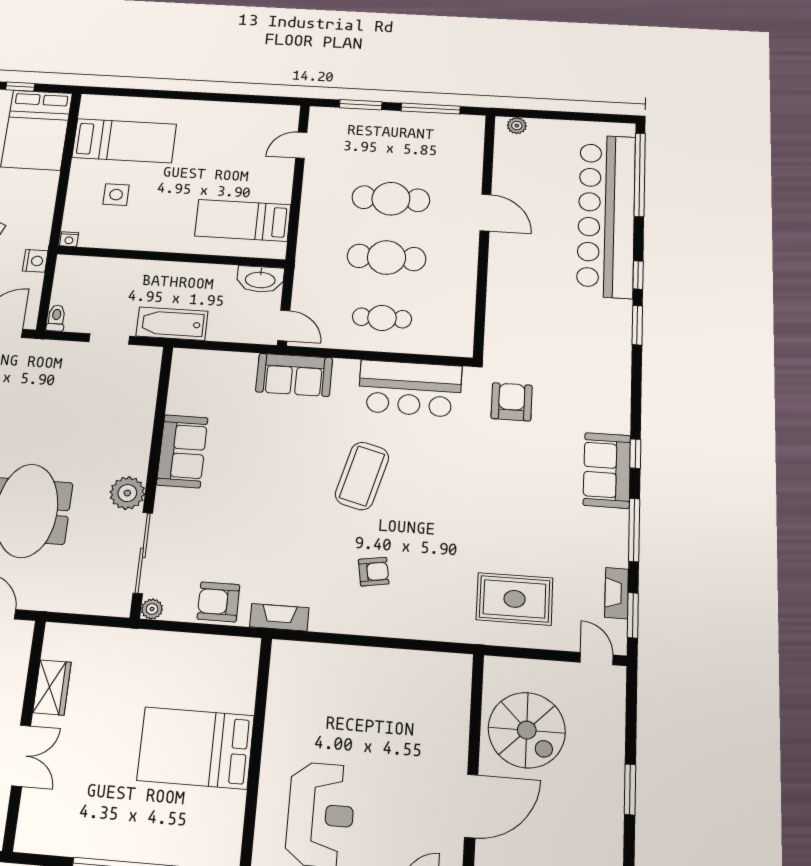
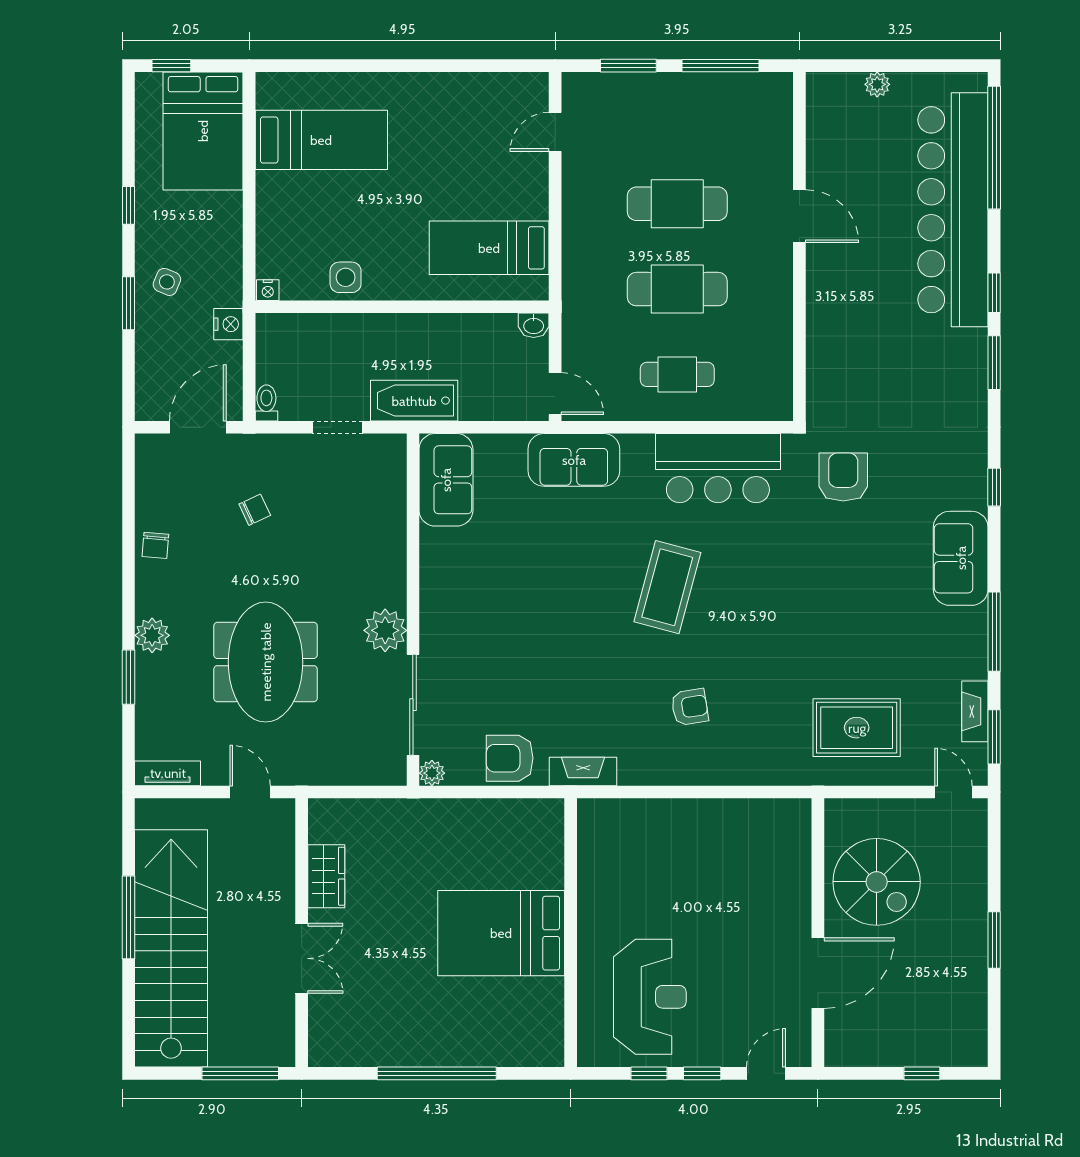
plant: (517, 126) -> (877, 84), moved
side table: (116, 195) -> (346, 277), moved
washbasin: (260, 279) -> (534, 325), width x0.52, depth x0.69
chair: (35, 395) -> (255, 510), added
sofa: (182, 451) -> (446, 480), moved
window: (635, 454) -> (994, 487), moved

